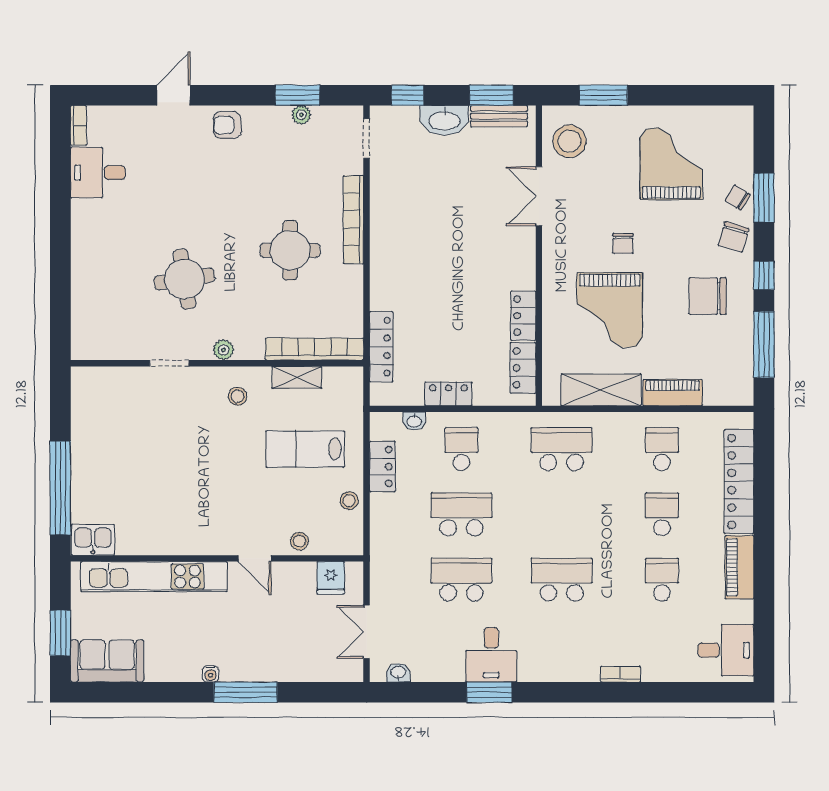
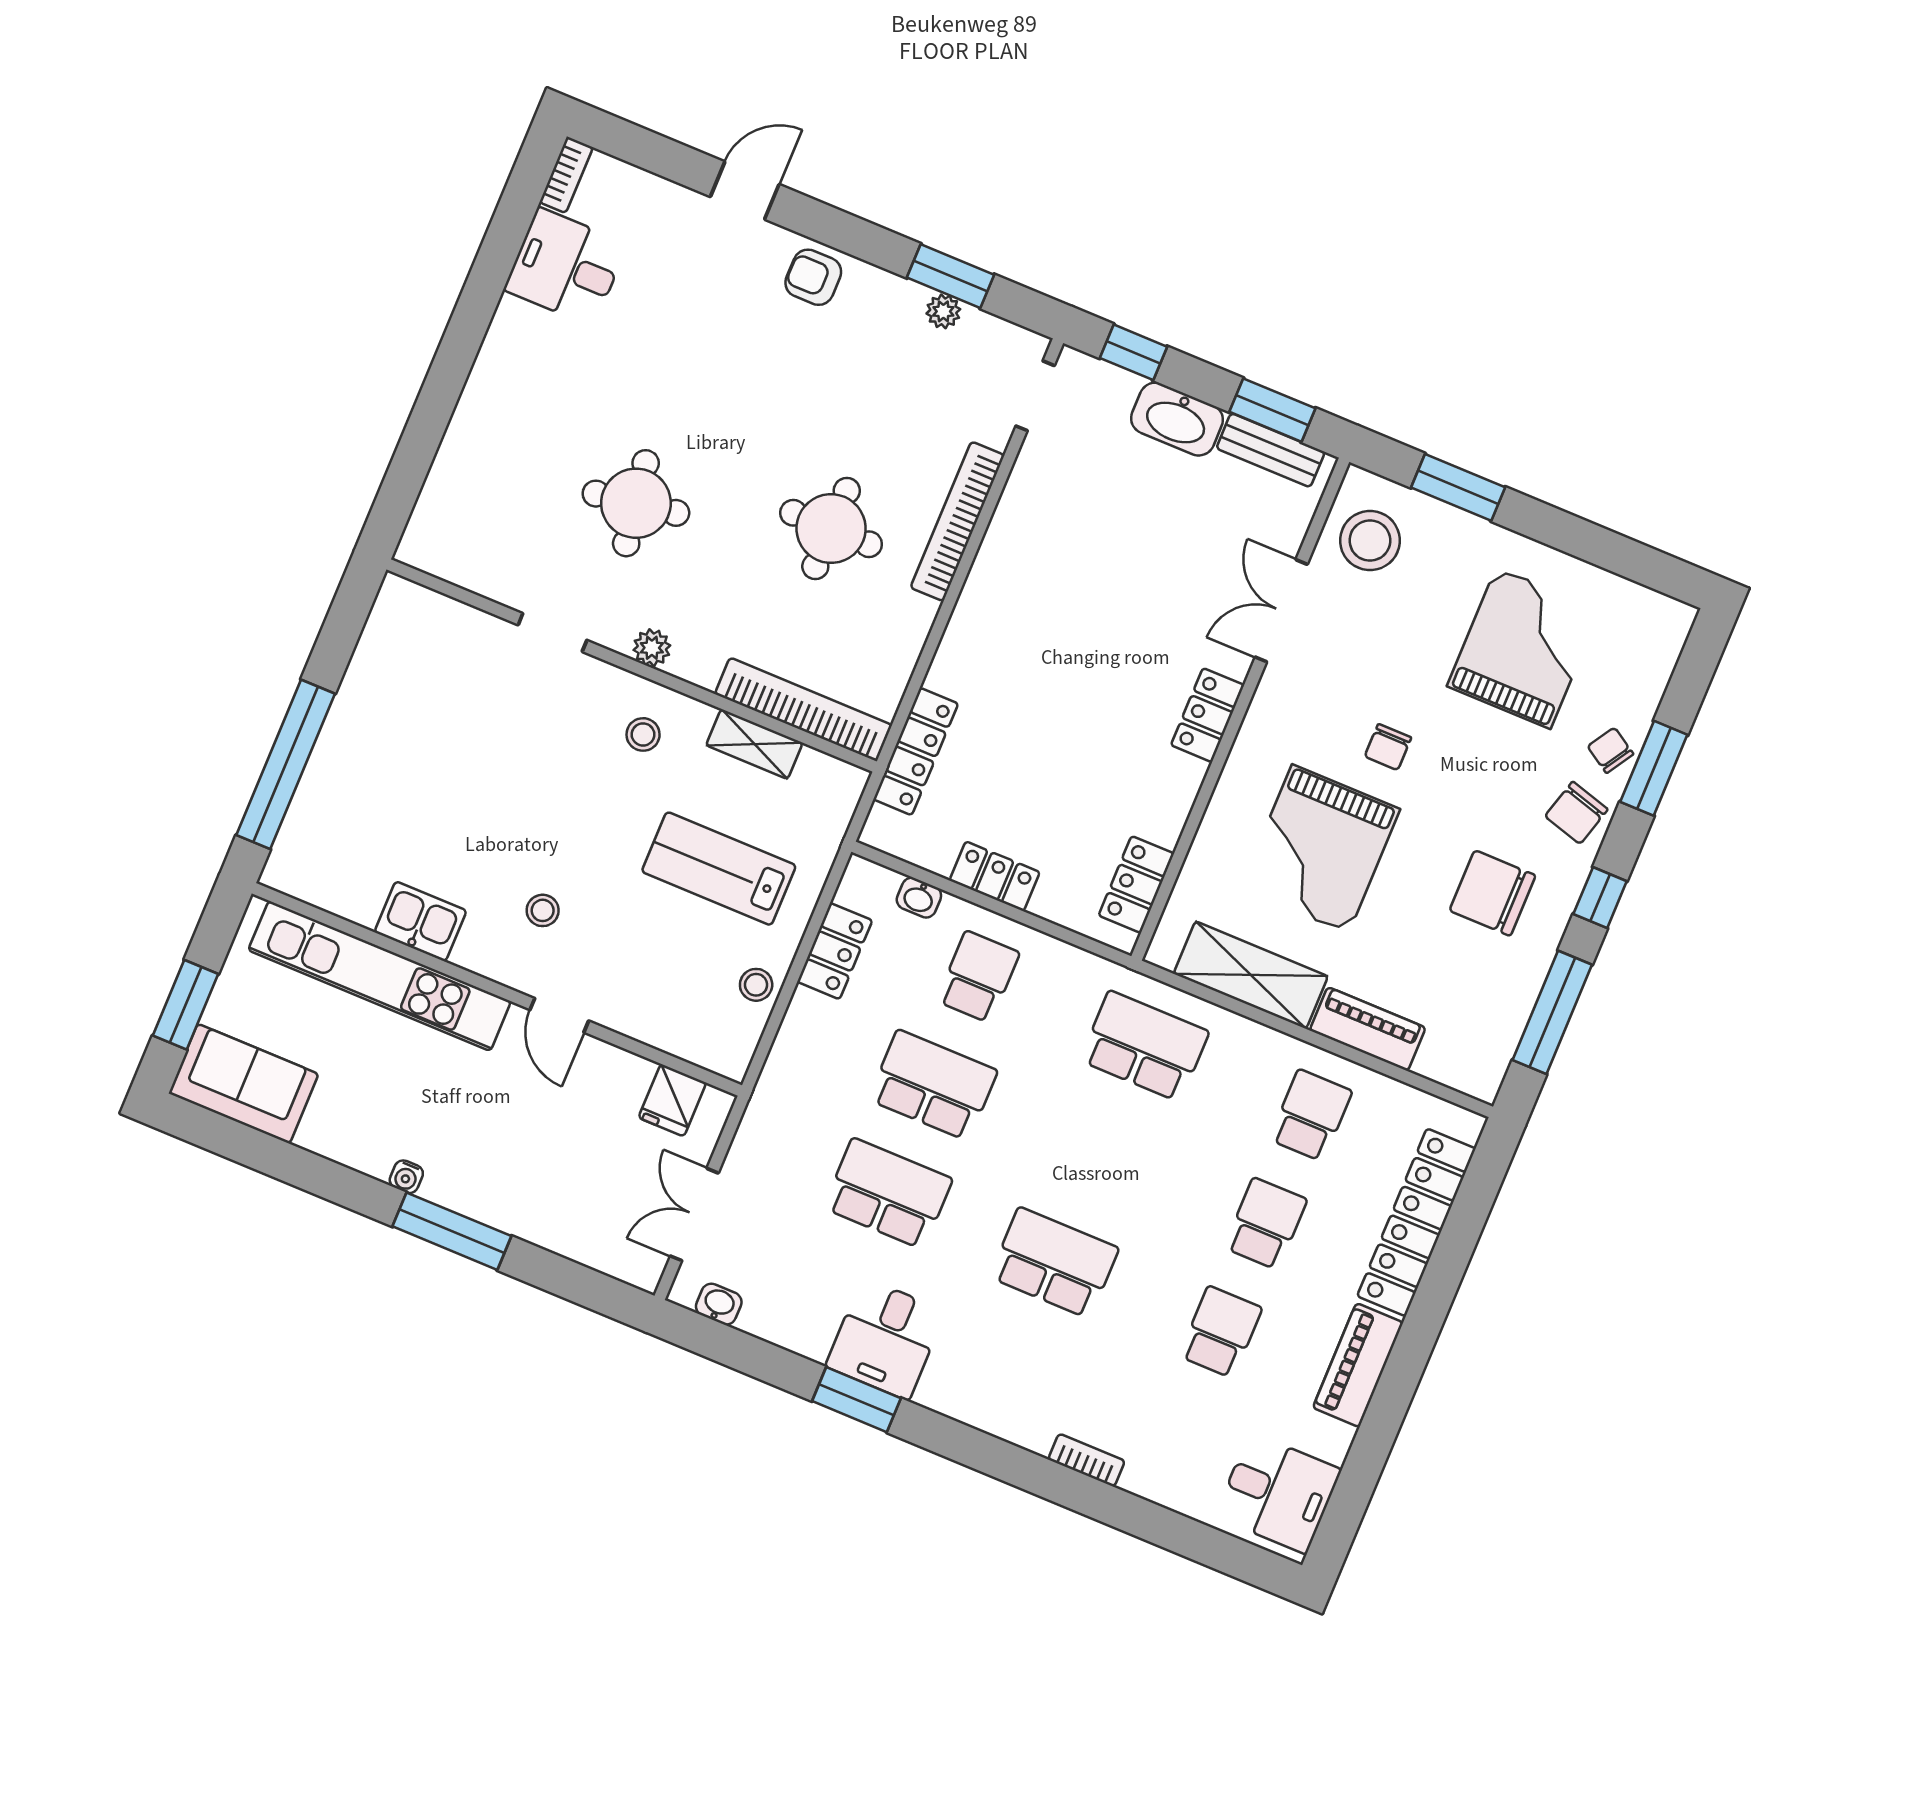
locker: (523, 316) -> (1208, 715), moved
kitchen sink: (93, 540) -> (420, 921), moved
stool: (299, 541) -> (543, 910), moved

